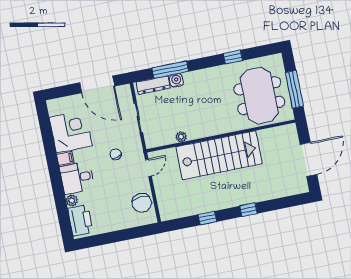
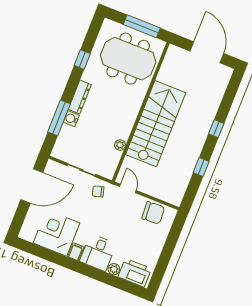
dresser: (153, 85) -> (80, 97), moved
chair: (116, 154) -> (98, 191), moved

